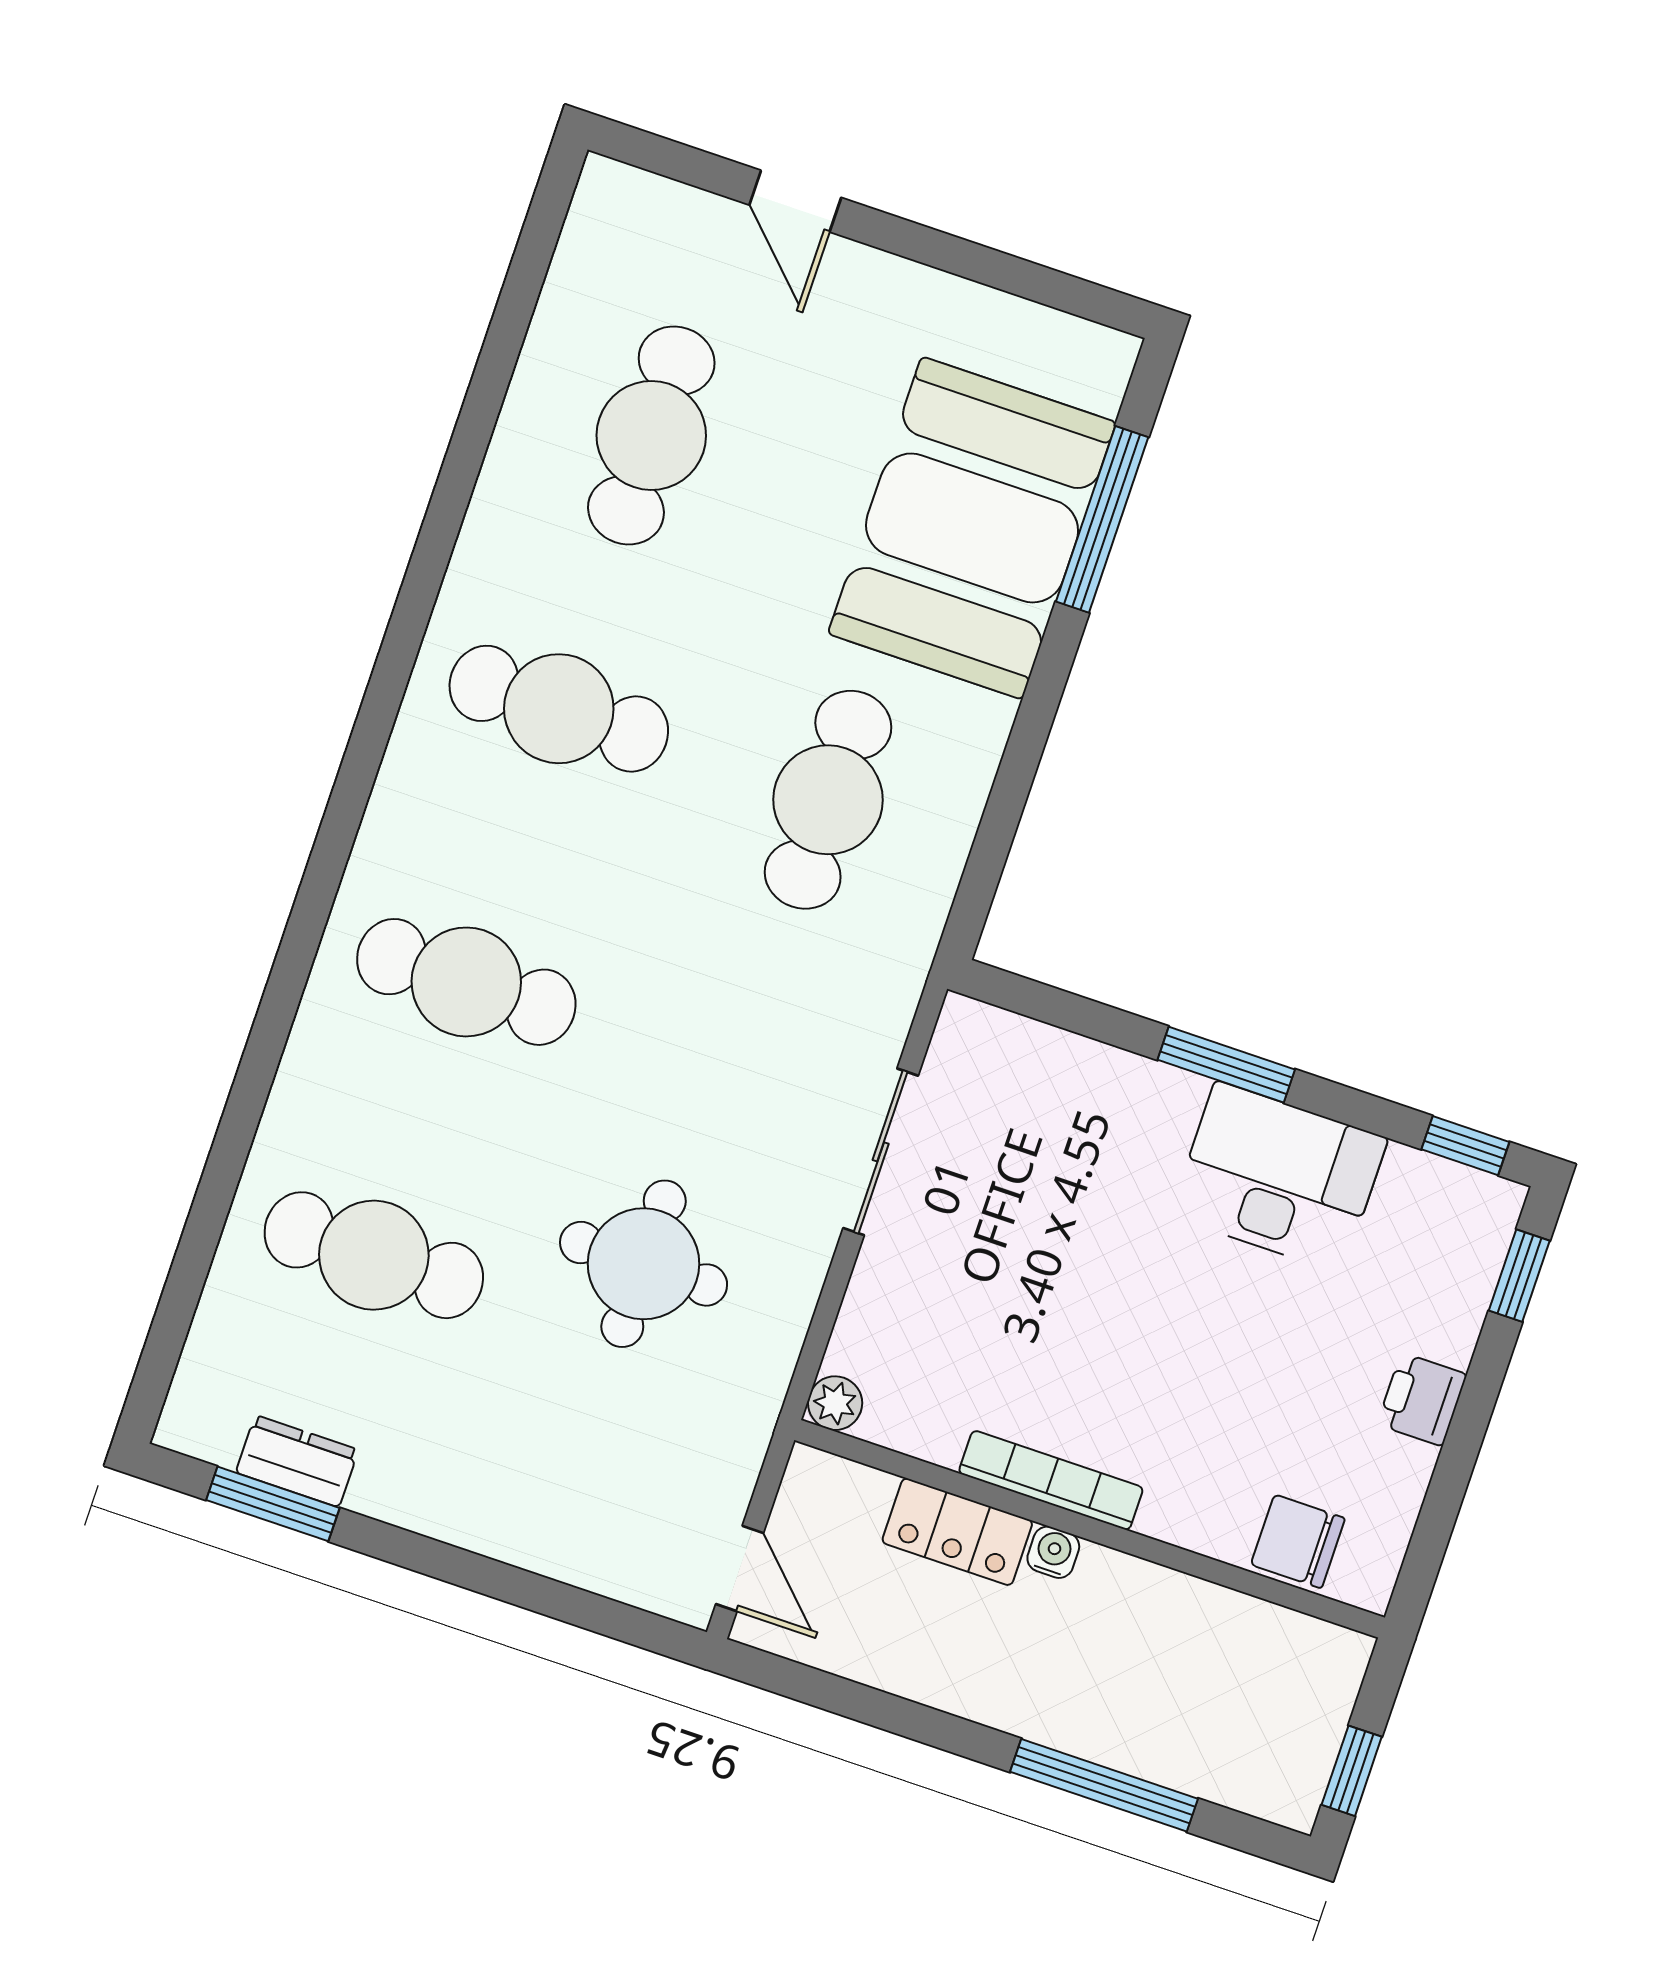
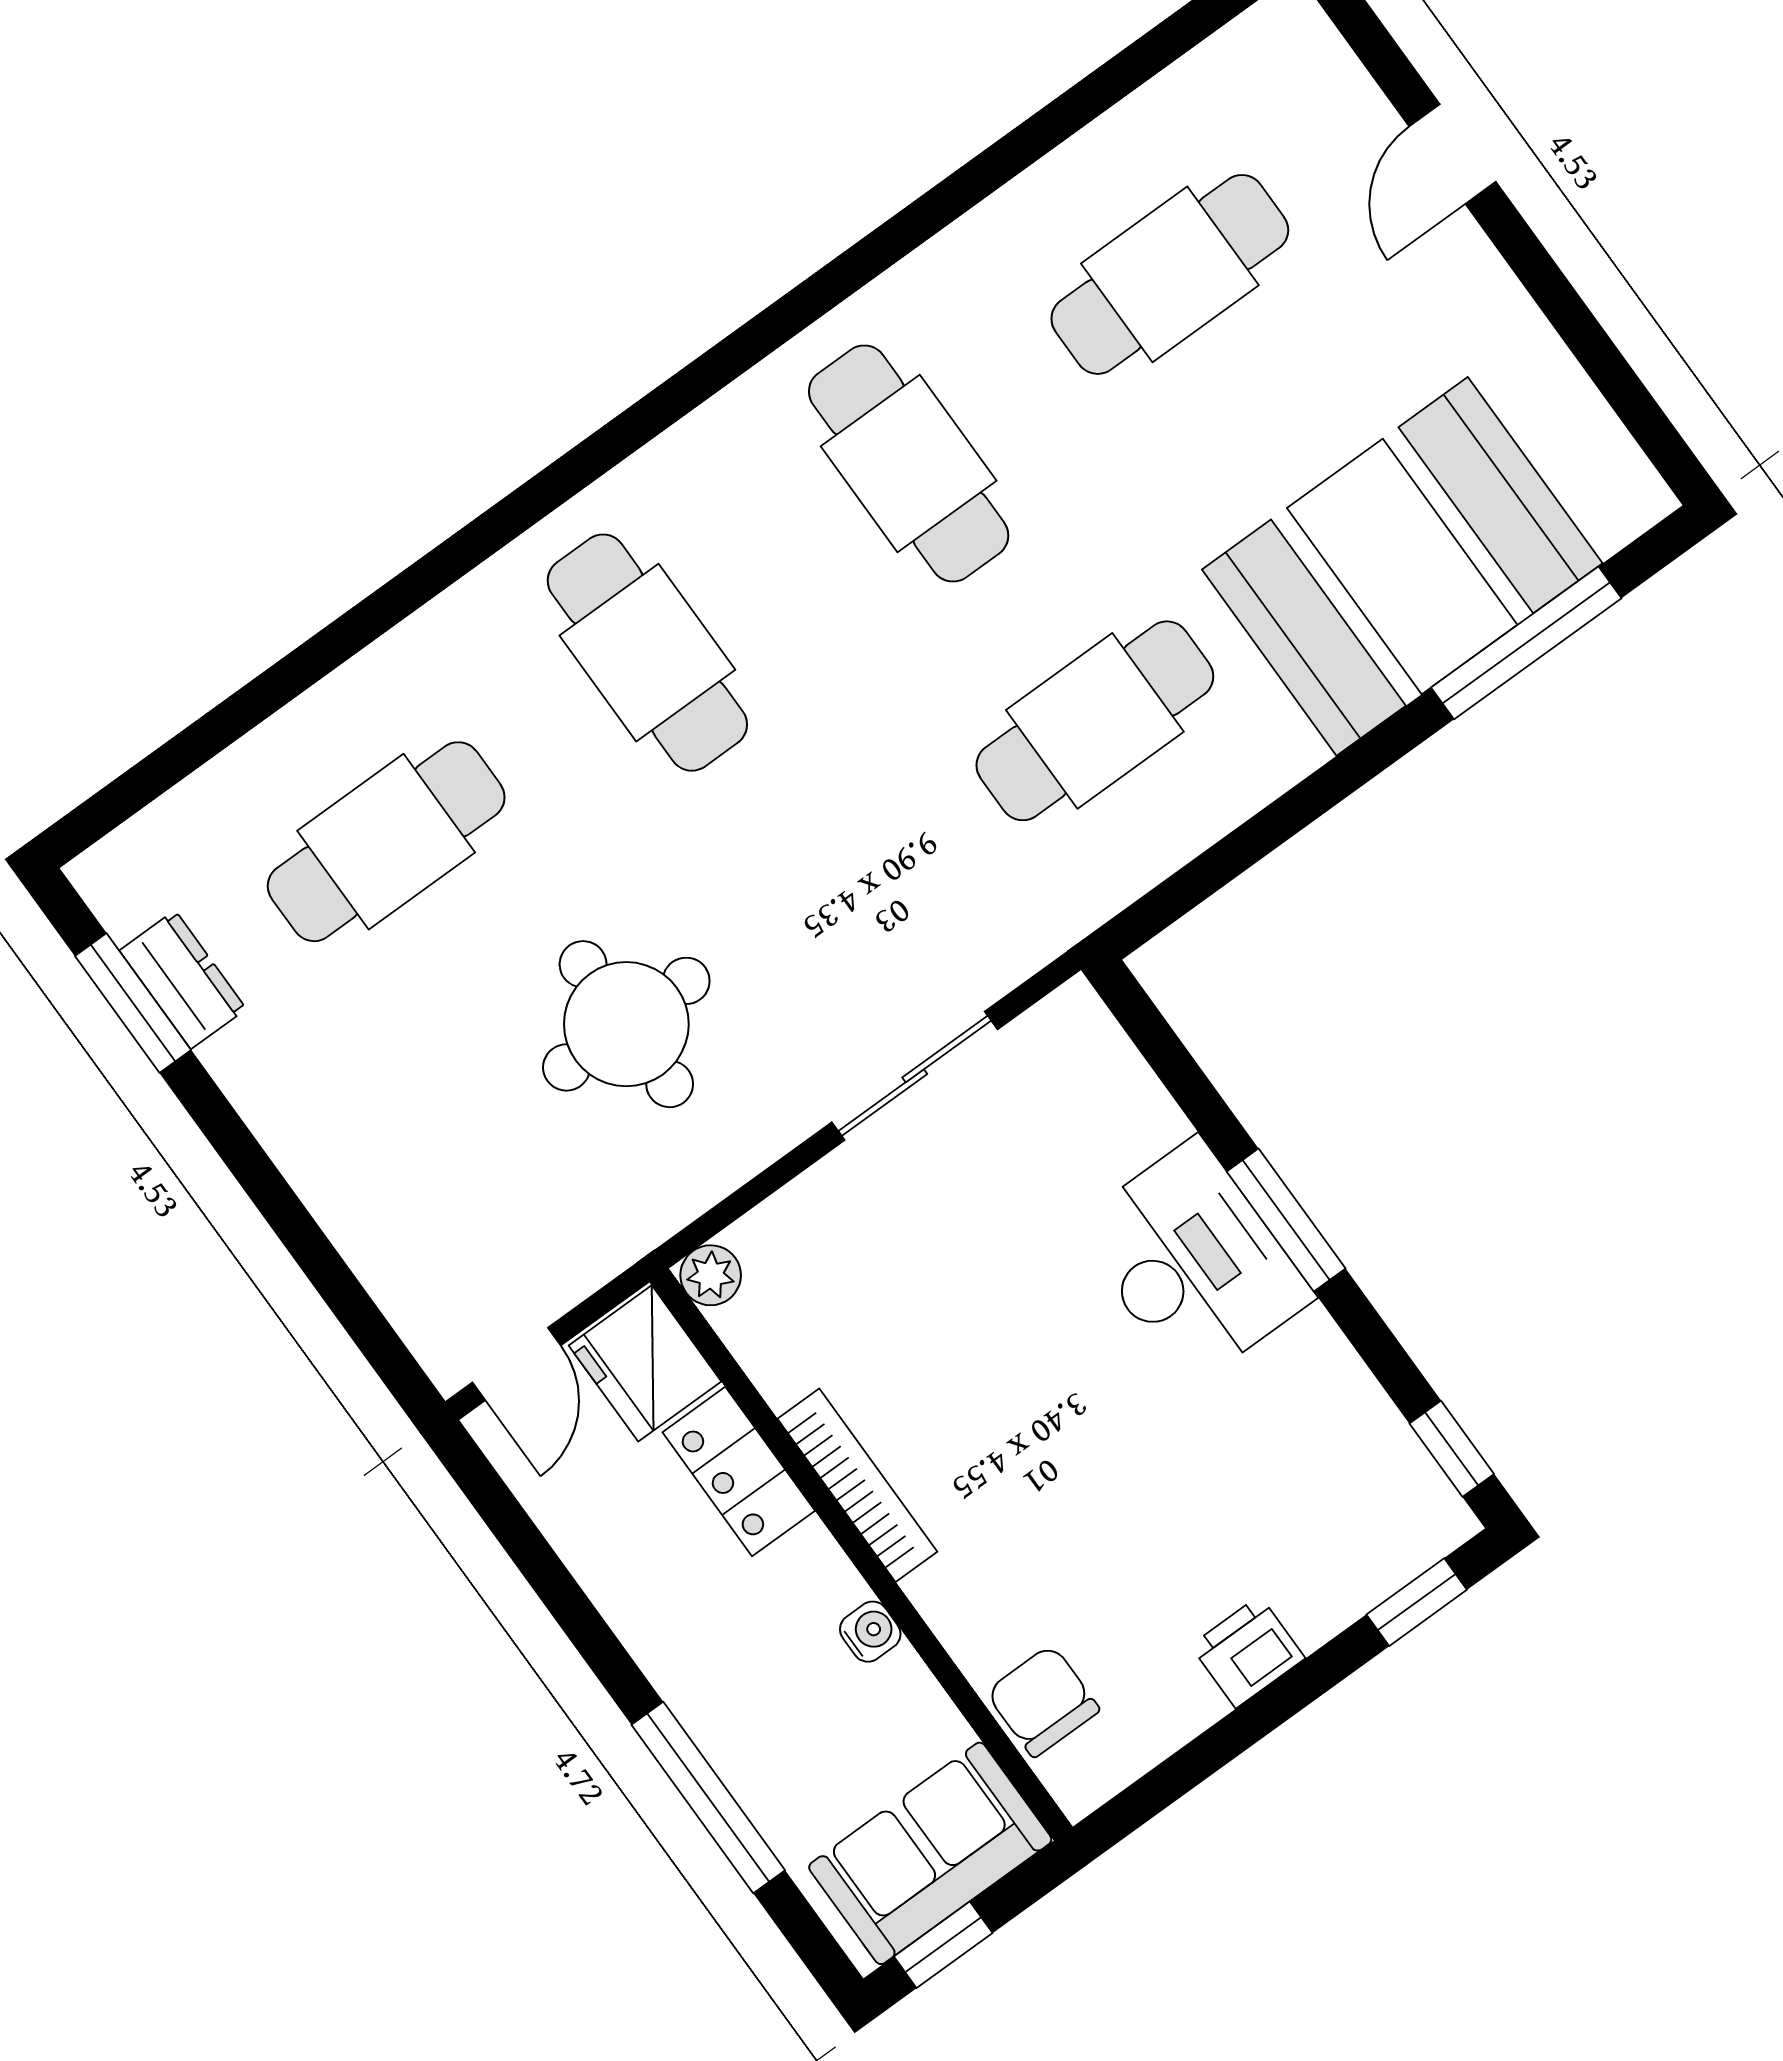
desk: (1279, 1177) -> (1193, 1262), moved
cafe table: (374, 1255) -> (386, 842), turned 90
fridge: (833, 1501) -> (645, 1363), added
water cooler: (1053, 1552) -> (870, 1632), moved
sofa: (1295, 1711) -> (930, 1853), added

